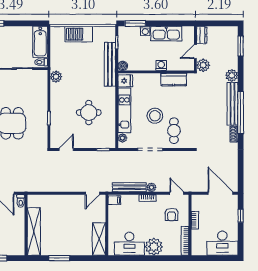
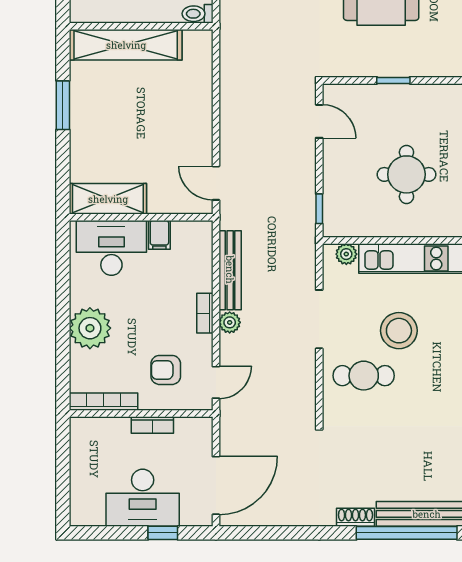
filing cabinet: (114, 200) -> (159, 235), moved
desk: (222, 243) -> (143, 498), moved, turned -90
desk: (129, 244) -> (111, 248), moved, turned 90

